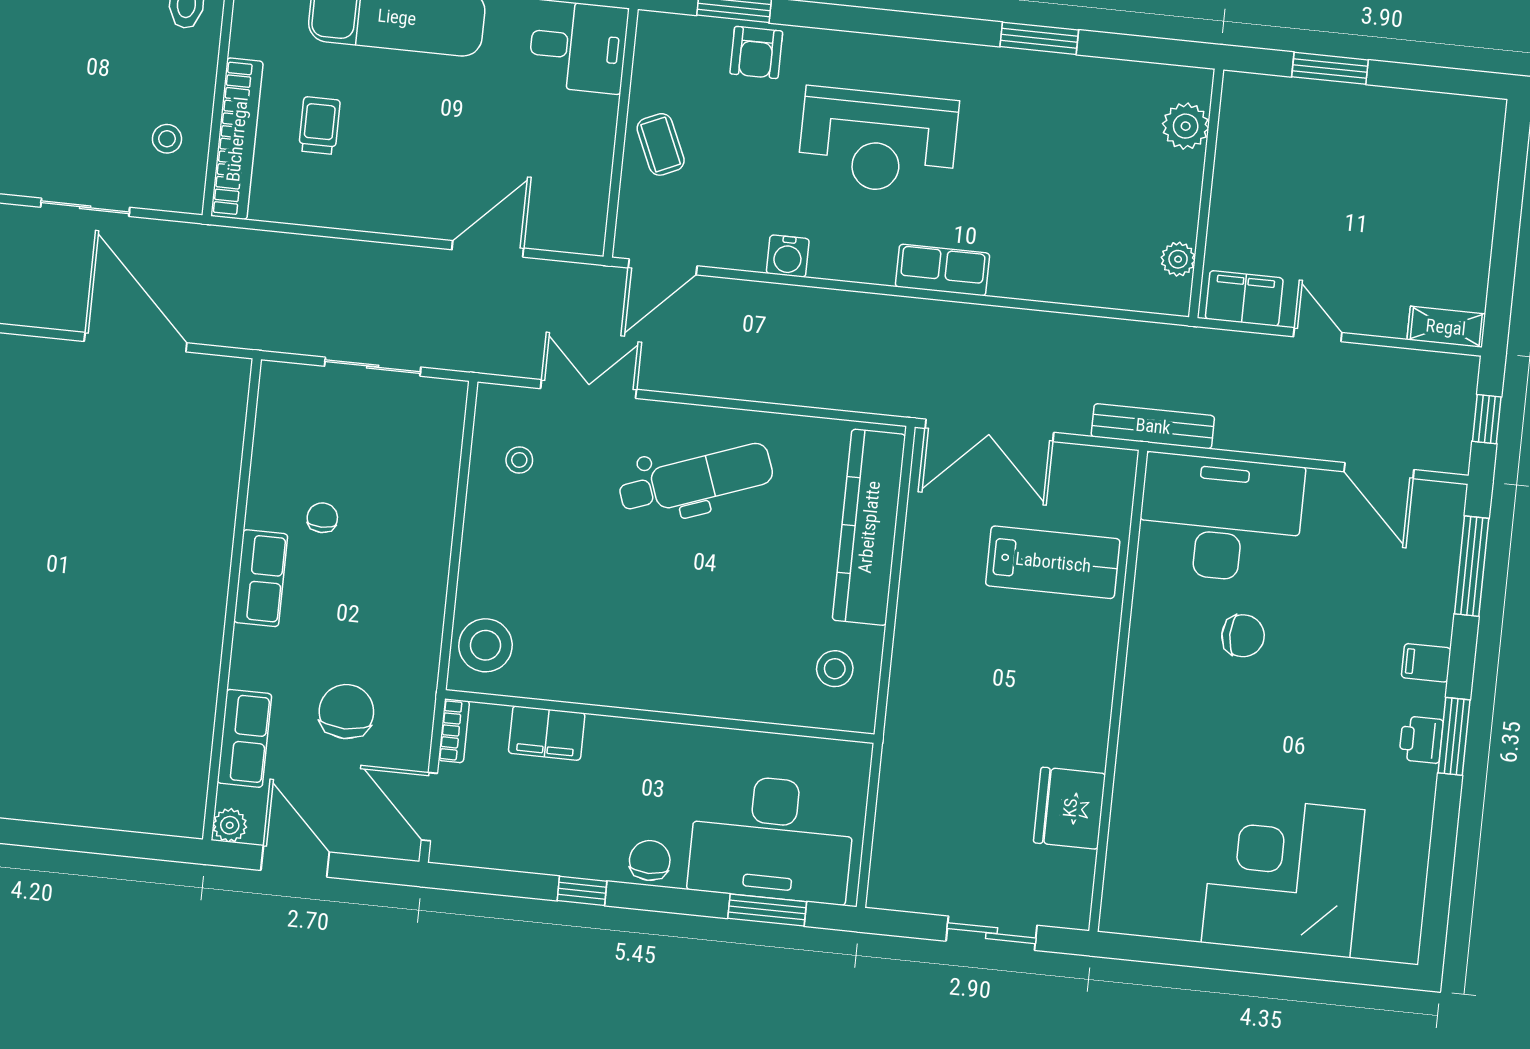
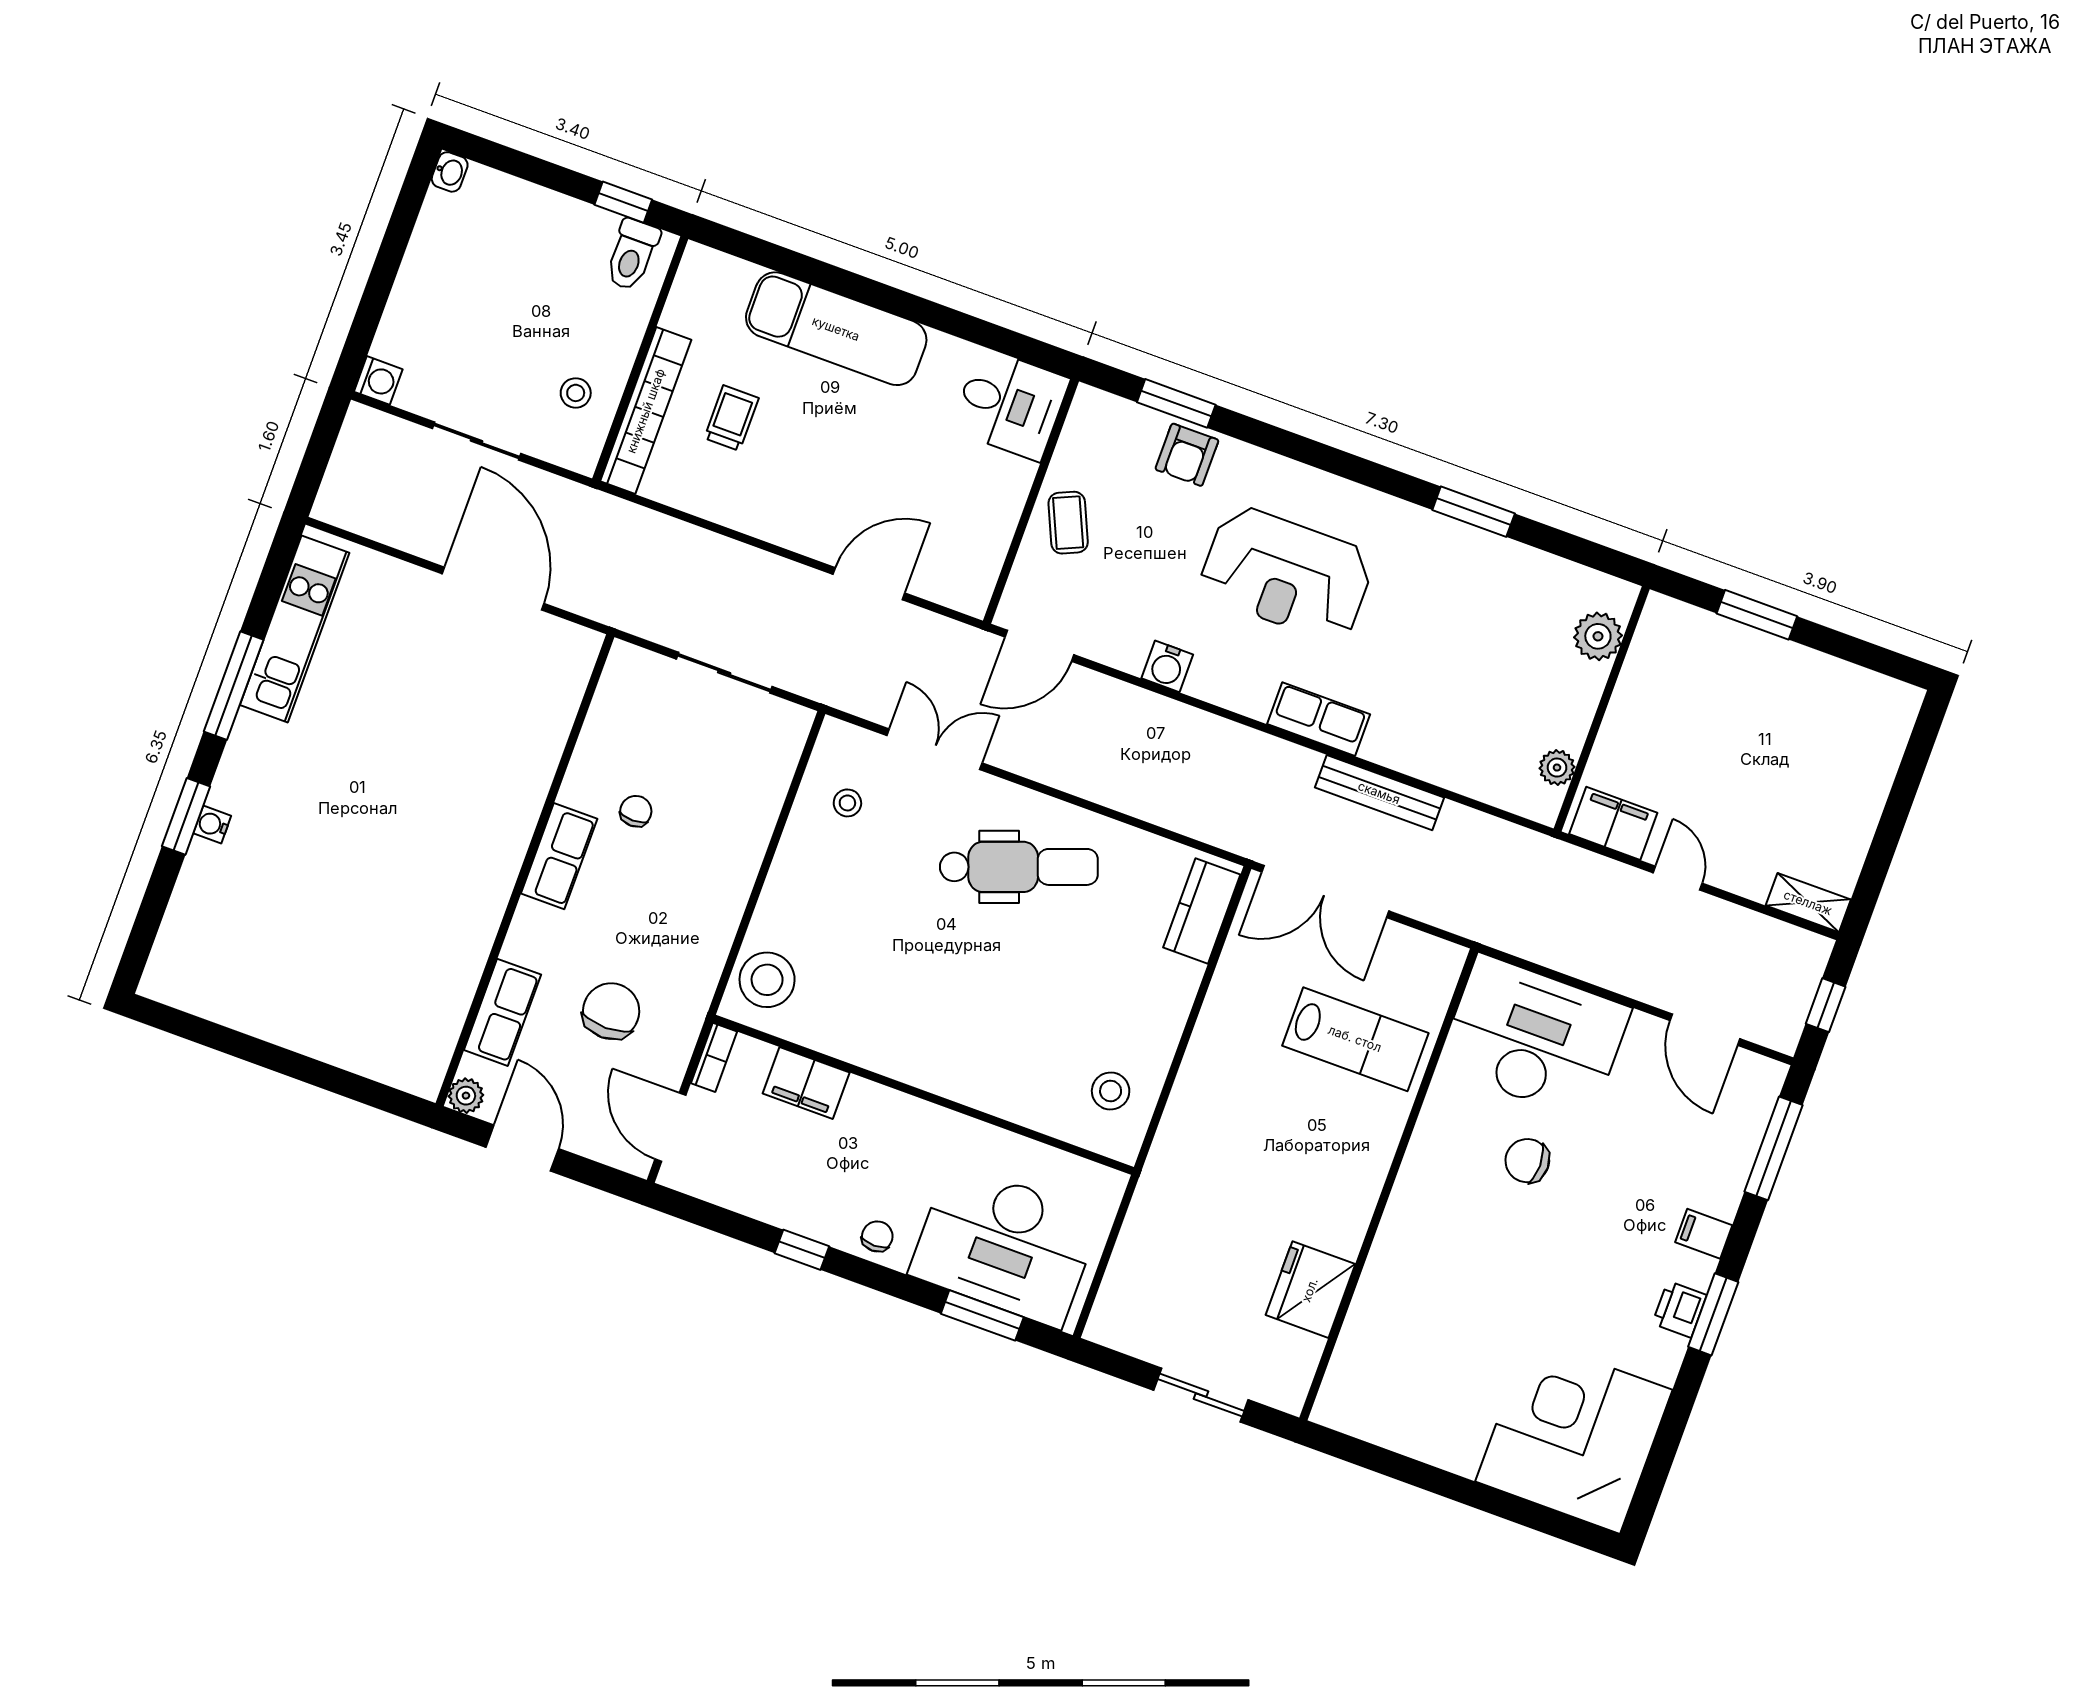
bench: (1153, 426) -> (1379, 793), moved
kitchen counter: (869, 527) -> (1202, 911), width x0.48, depth x0.86
chair: (1243, 636) -> (1527, 1161), turned 180
chair: (650, 861) -> (877, 1236), width x0.73, depth x0.73
corner desk: (1283, 876) -> (1574, 1436), moved

